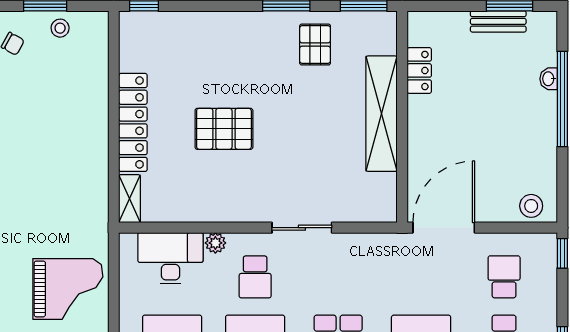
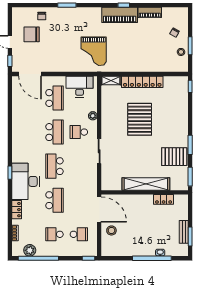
pallet: (315, 45) -> (174, 157), width x1.50, depth x1.42
pallet: (224, 129) -> (140, 119), width x1.37, depth x1.41
stool: (531, 206) -> (111, 230), moved
desk: (170, 258) -> (80, 87), moved, turned -90
grand piano: (68, 289) -> (94, 51), moved

